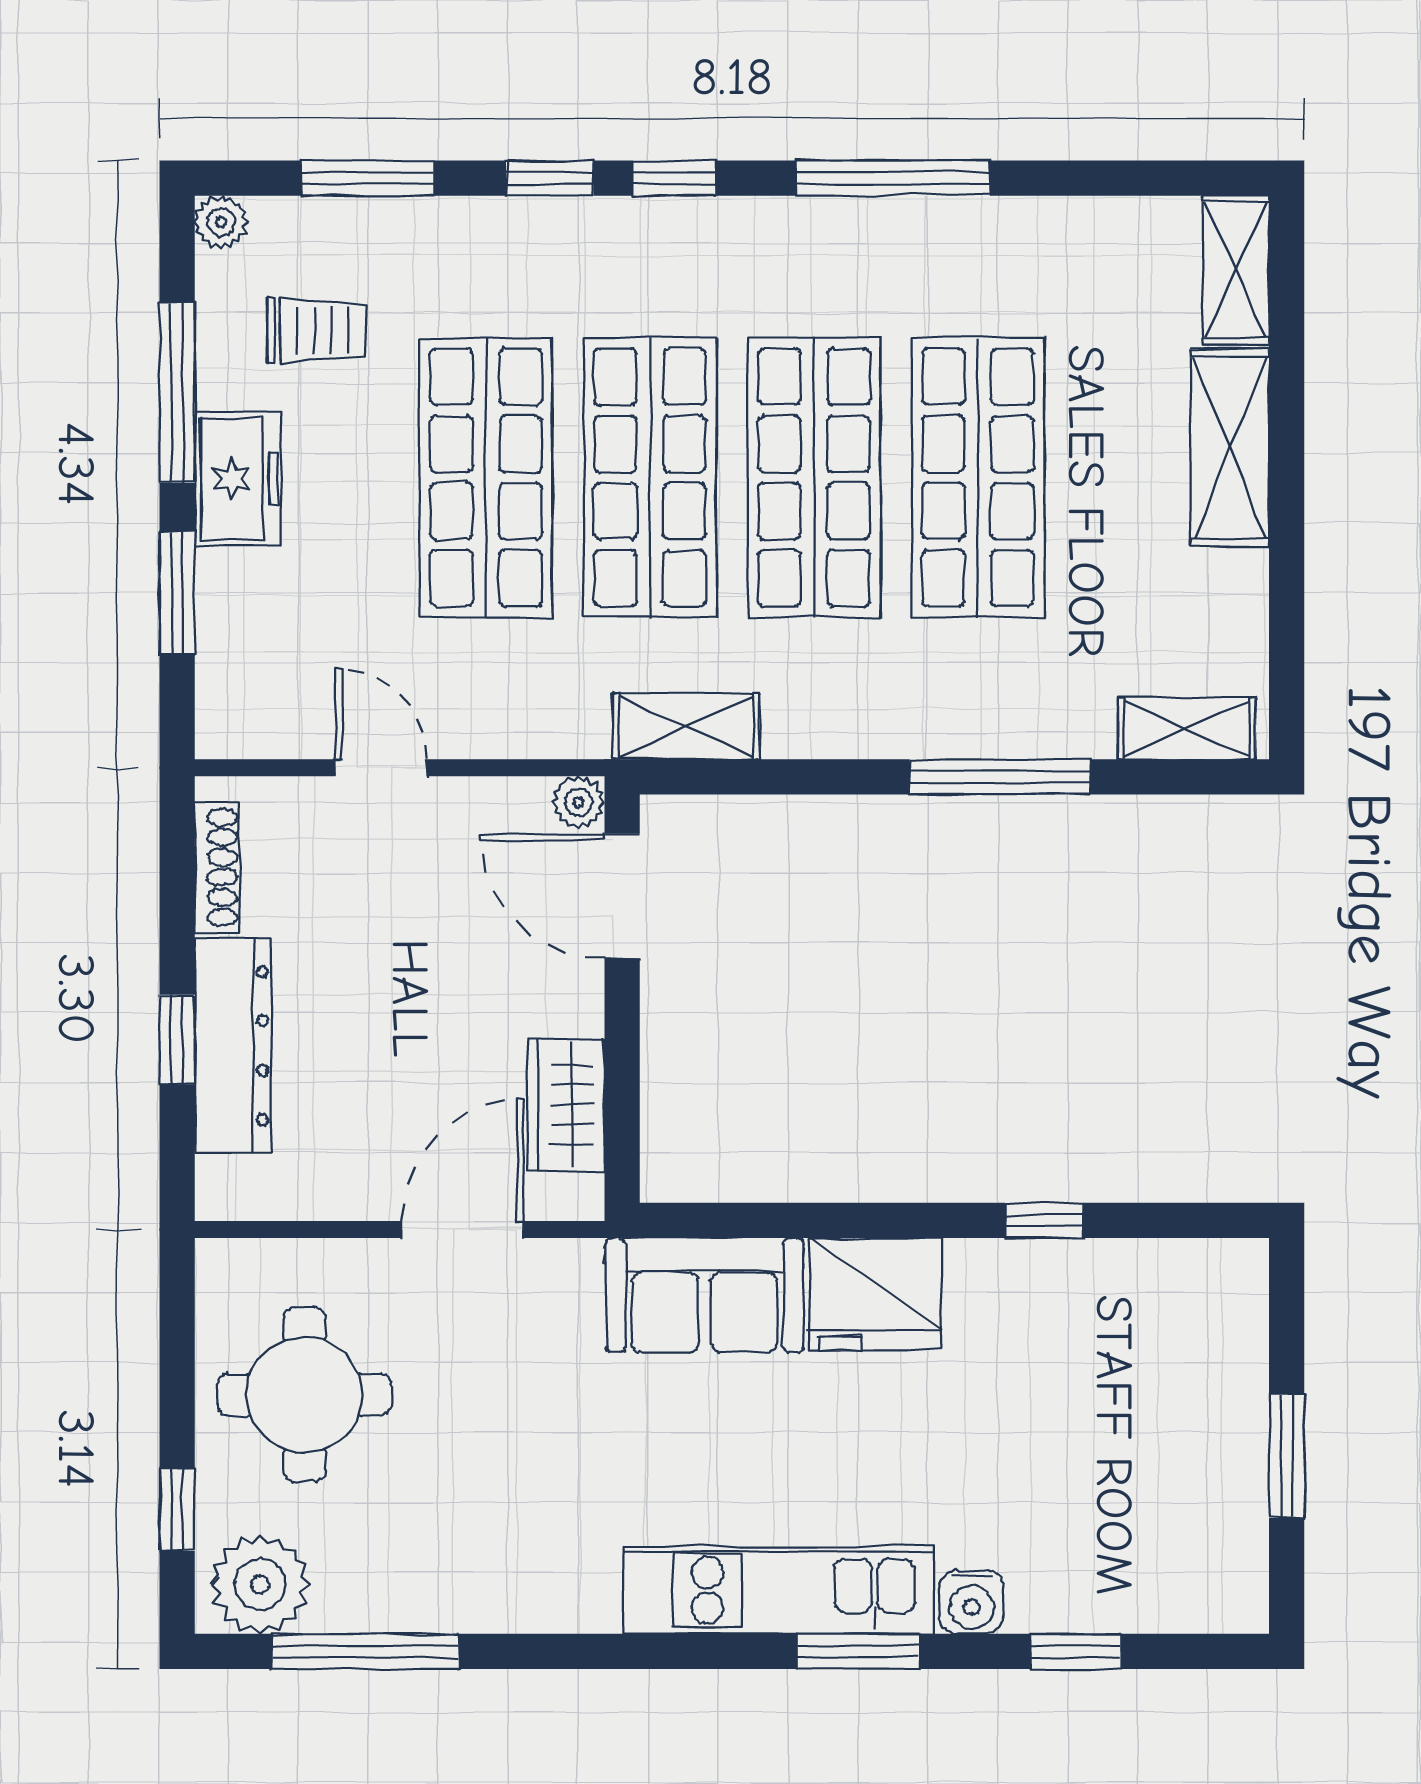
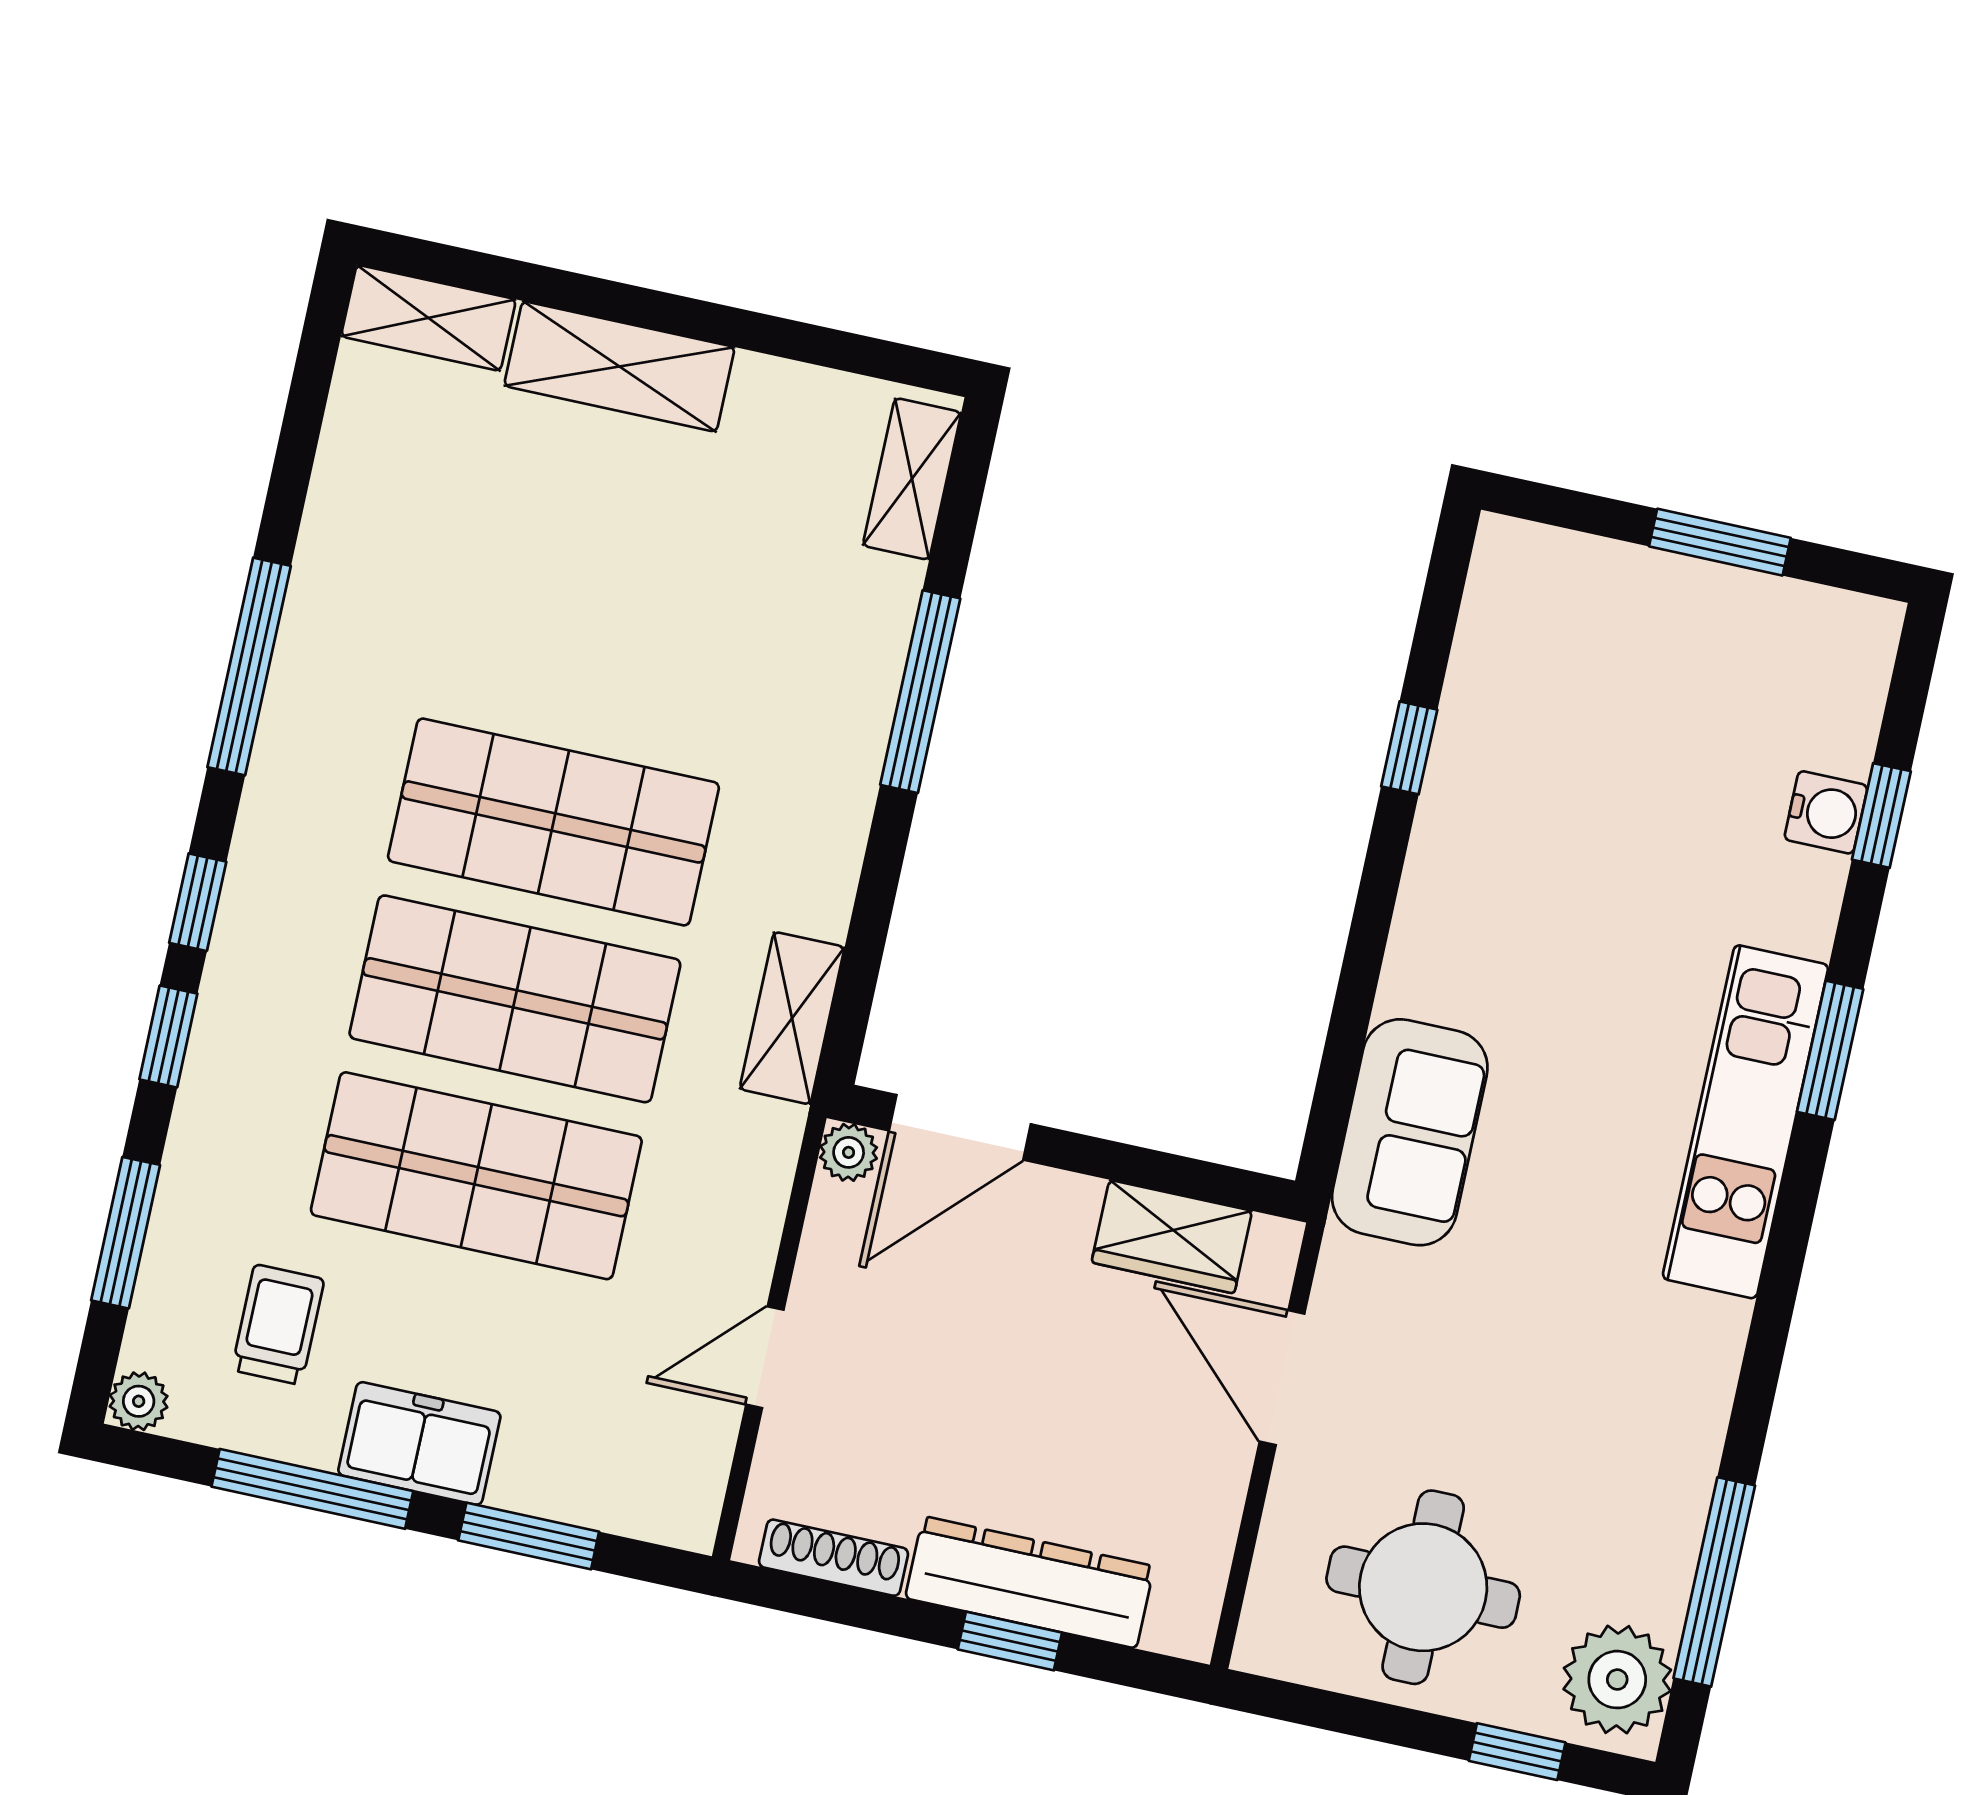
shop shelf: (978, 477) -> (592, 645), removed
fridge: (875, 1294) -> (1449, 948), removed
water cooler: (972, 1602) -> (1826, 812), moved

